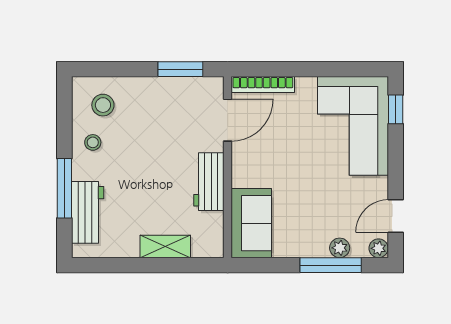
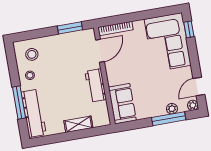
workbench: (88, 212) -> (34, 113), width x1.38

